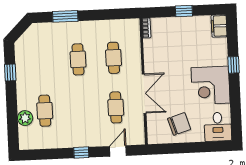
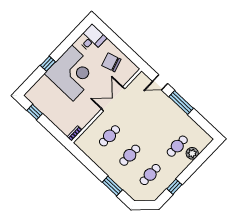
window: (184, 11) -> (35, 112), moved
filing cabinet: (219, 26) -> (34, 93), removed
corner desk: (211, 85) -> (72, 73), width x1.36, depth x1.36
cafe table: (116, 107) -> (150, 175), moved
window: (81, 153) -> (181, 102), width x2.17

